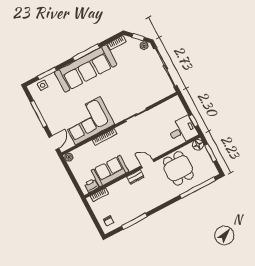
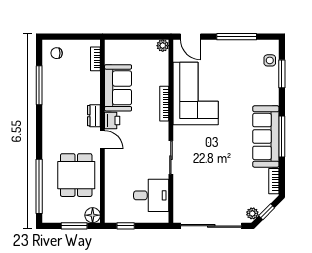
sofa: (86, 68) -> (266, 136), width x0.74, depth x0.79
desk: (182, 130) -> (151, 195), moved, turned -90
door: (147, 164) -> (102, 140), hinge flipped
dining table: (178, 168) -> (76, 175), turned 90
printer: (91, 186) -> (112, 120), moved

